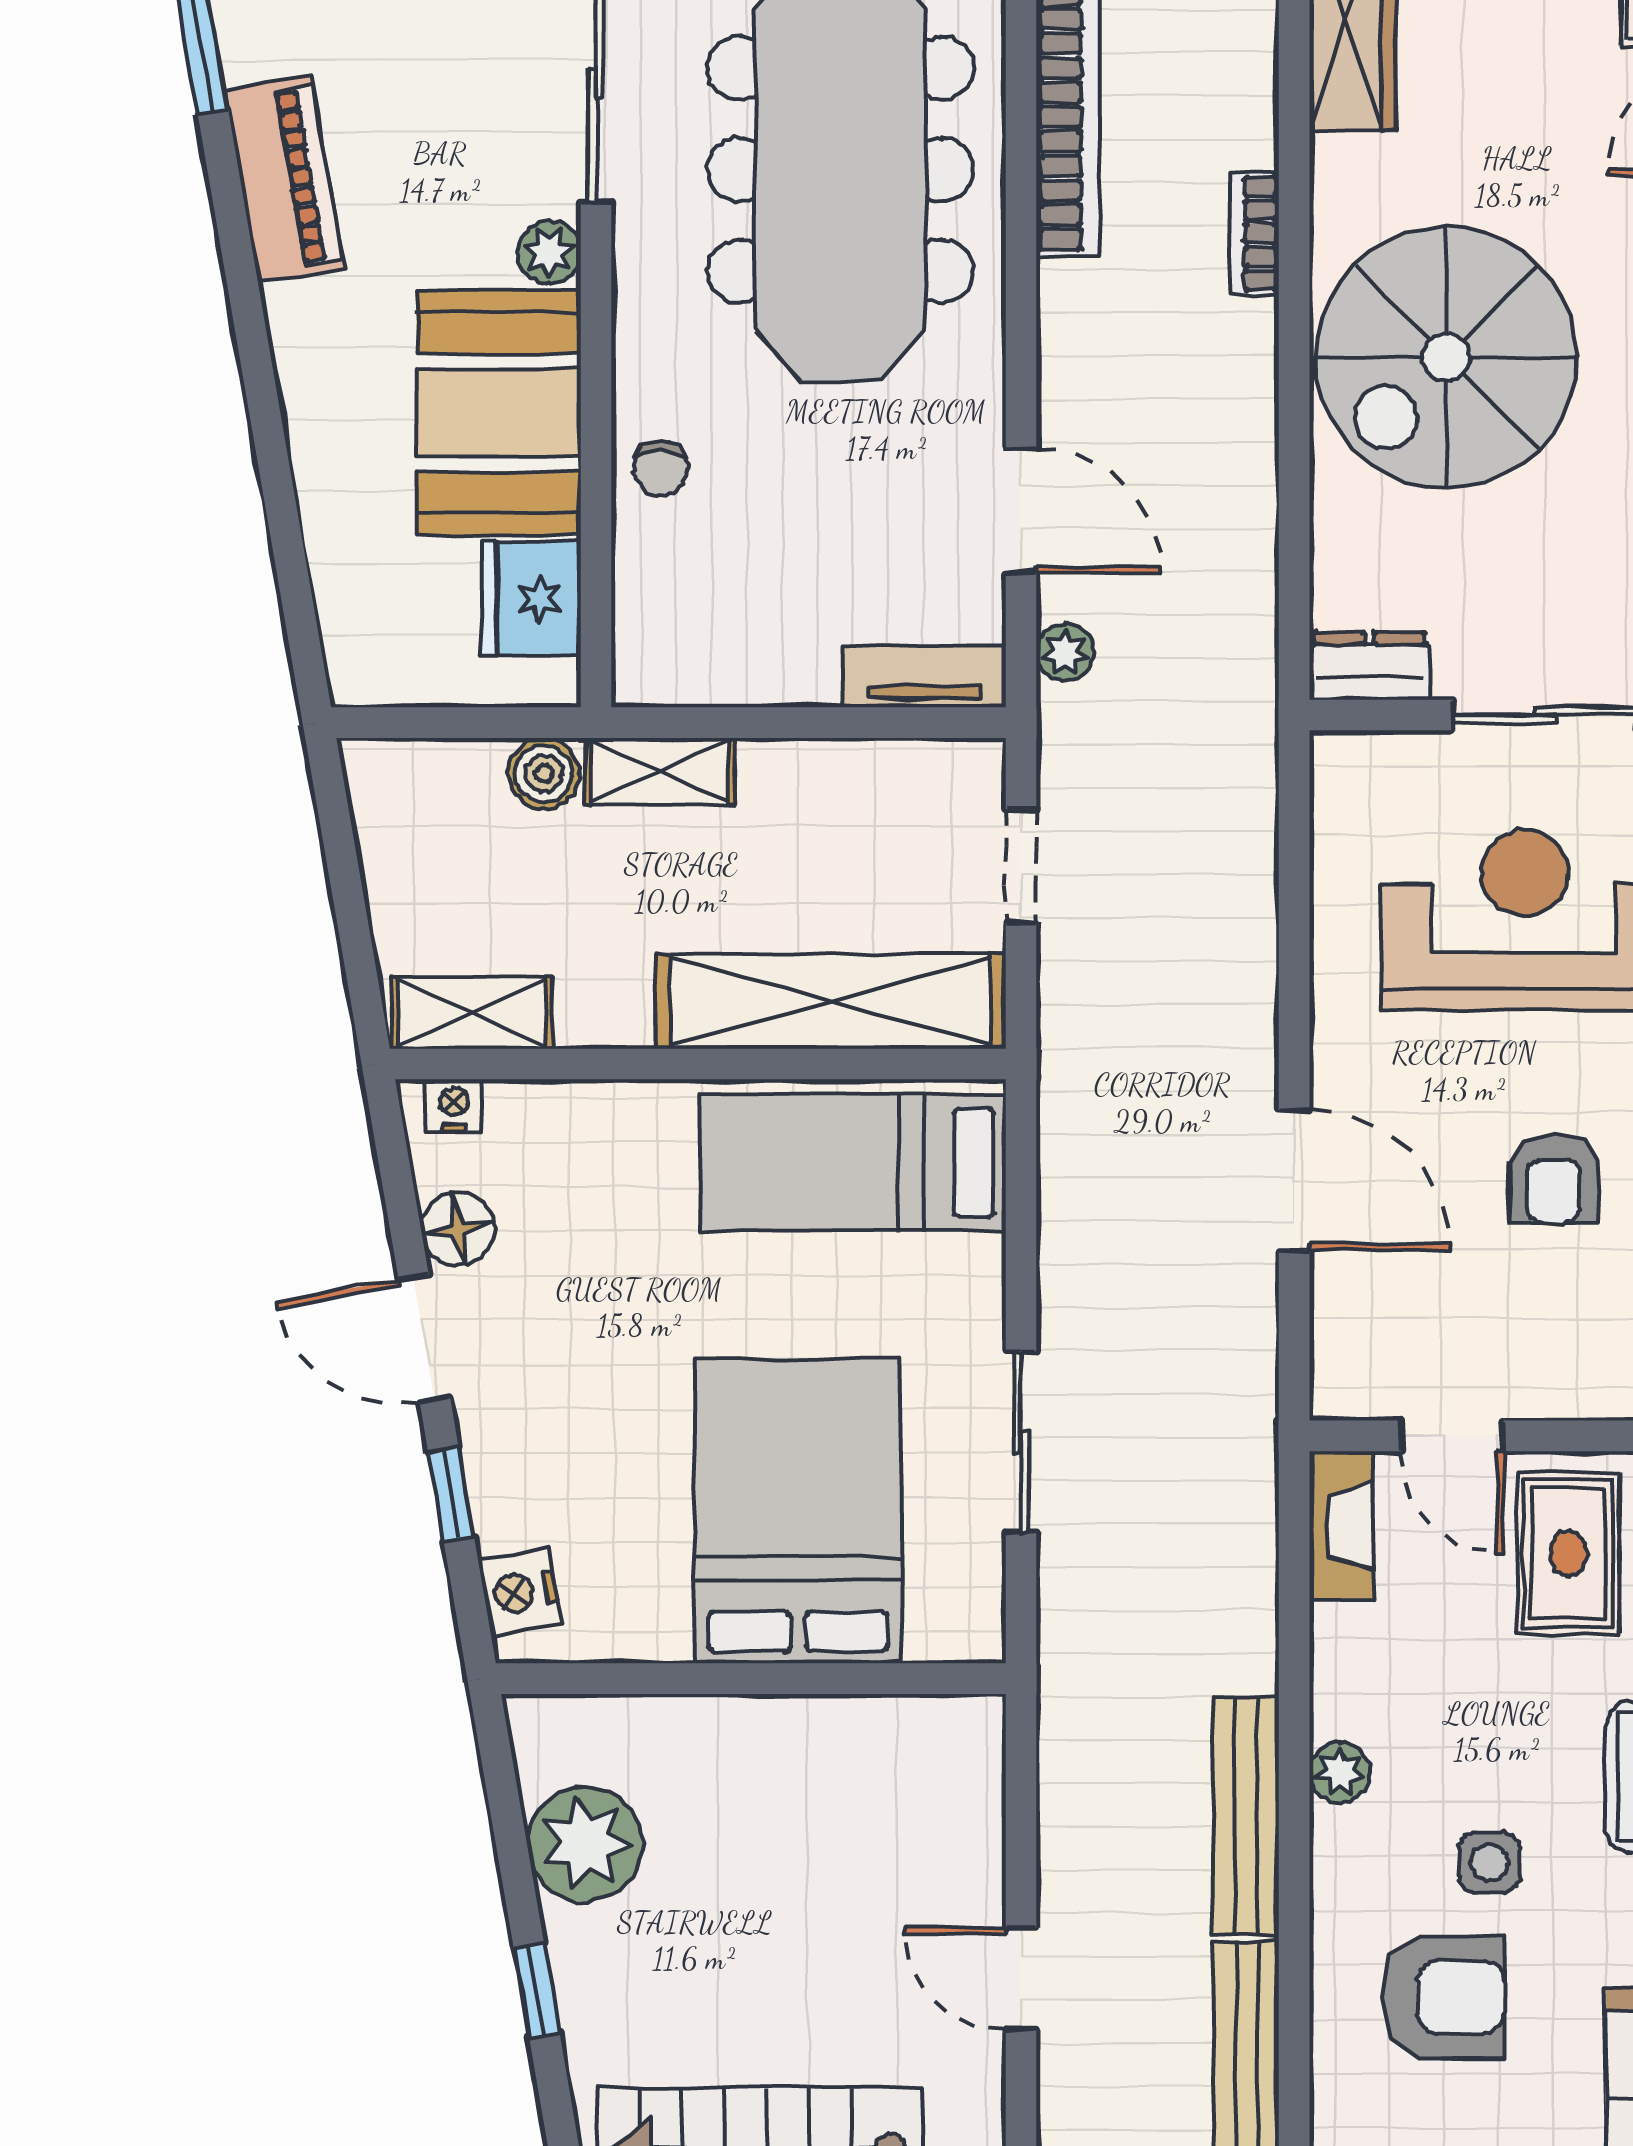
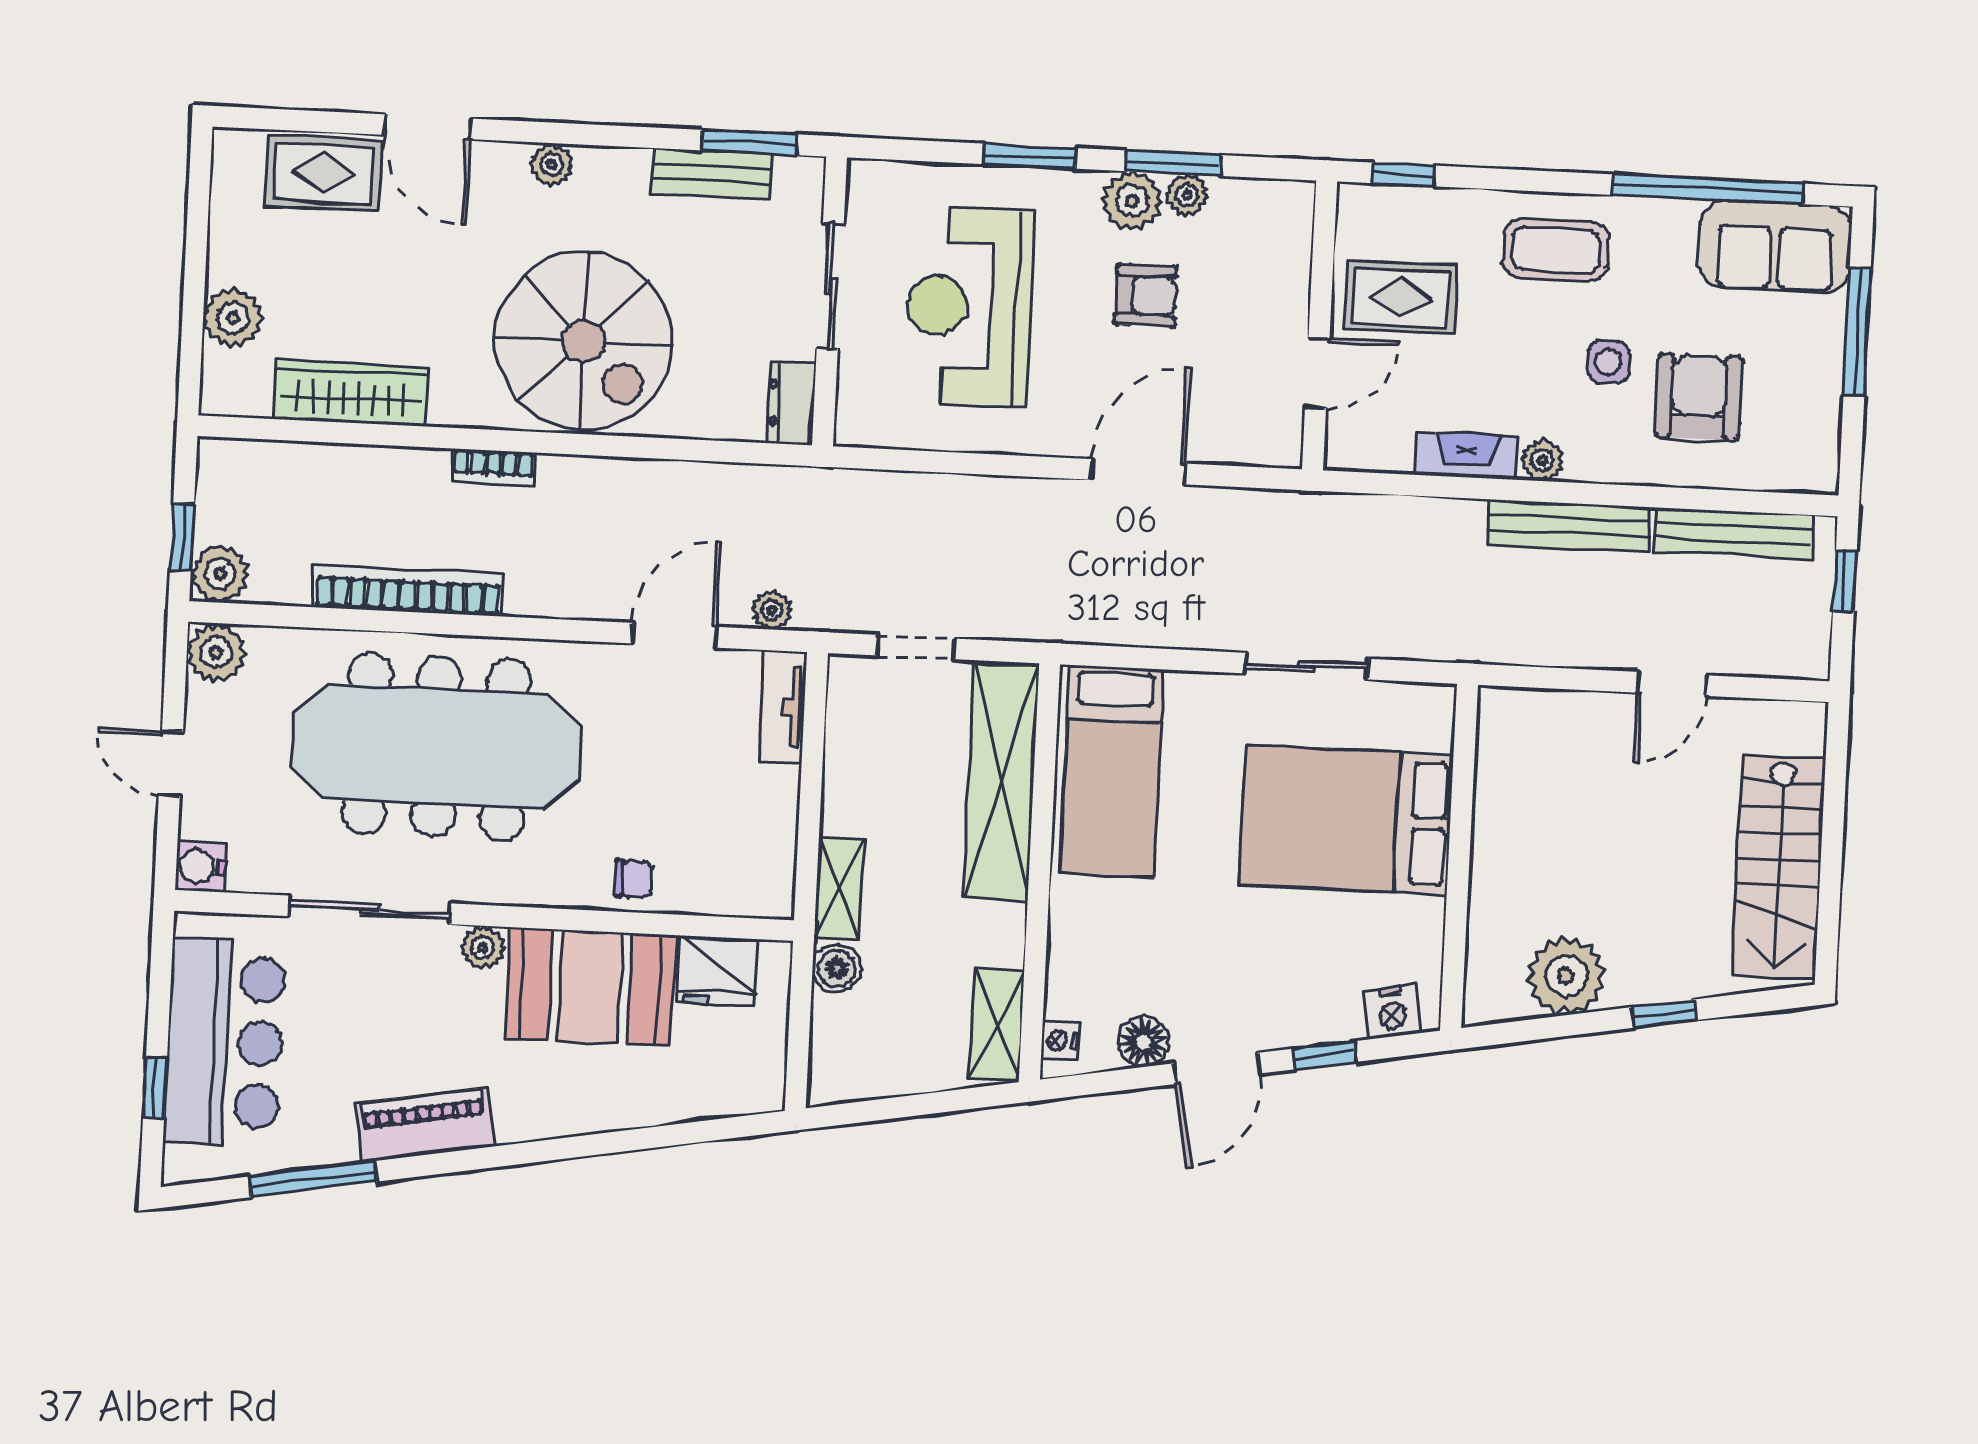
fireplace: (1341, 1526) -> (1467, 456), moved

